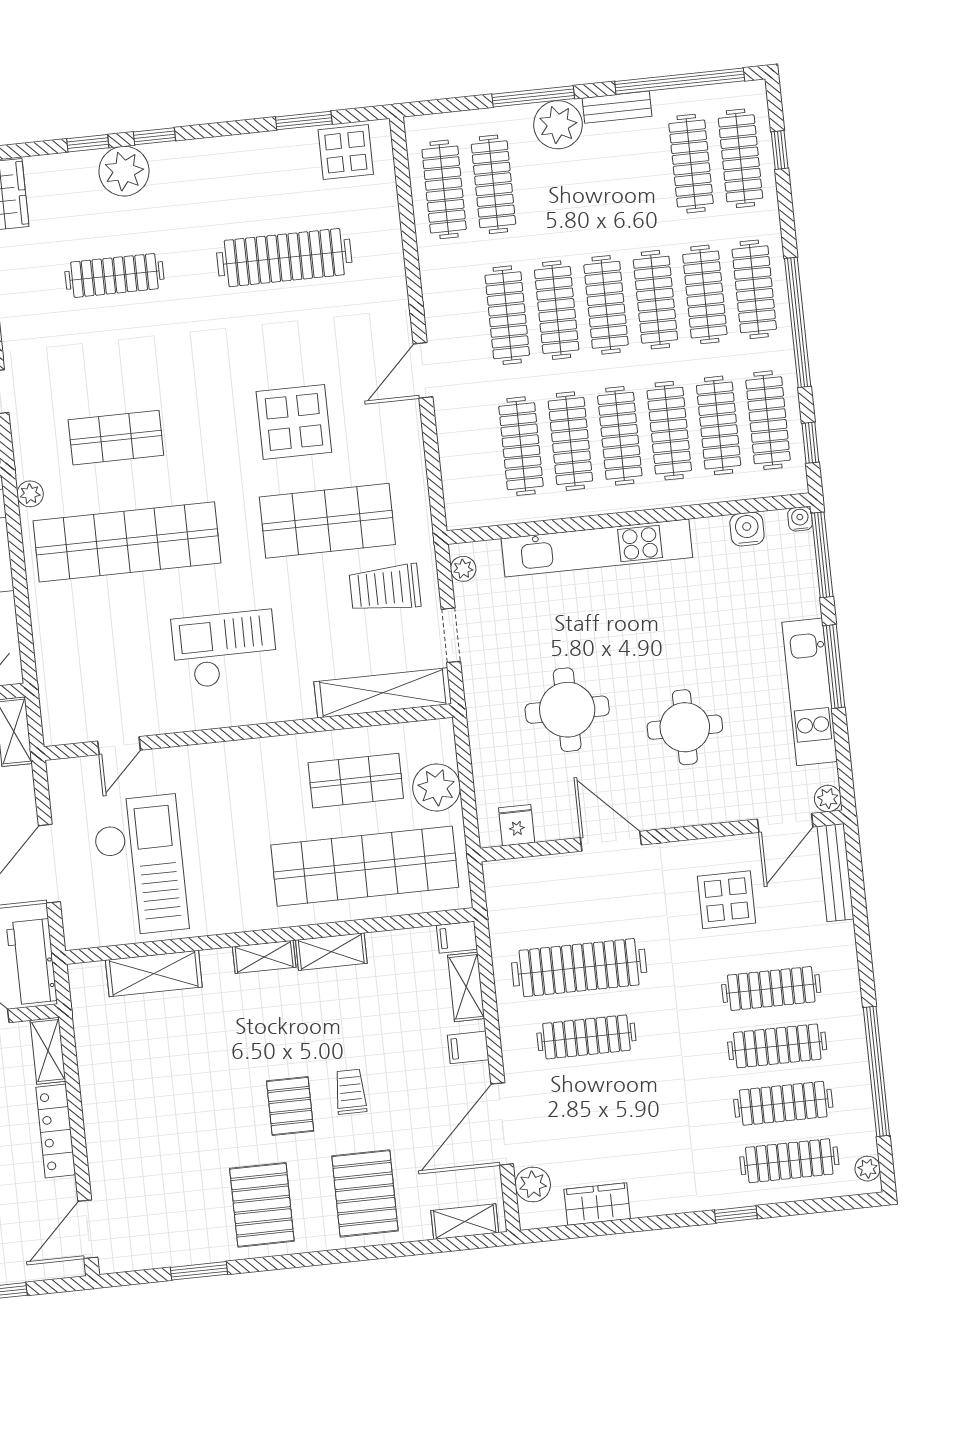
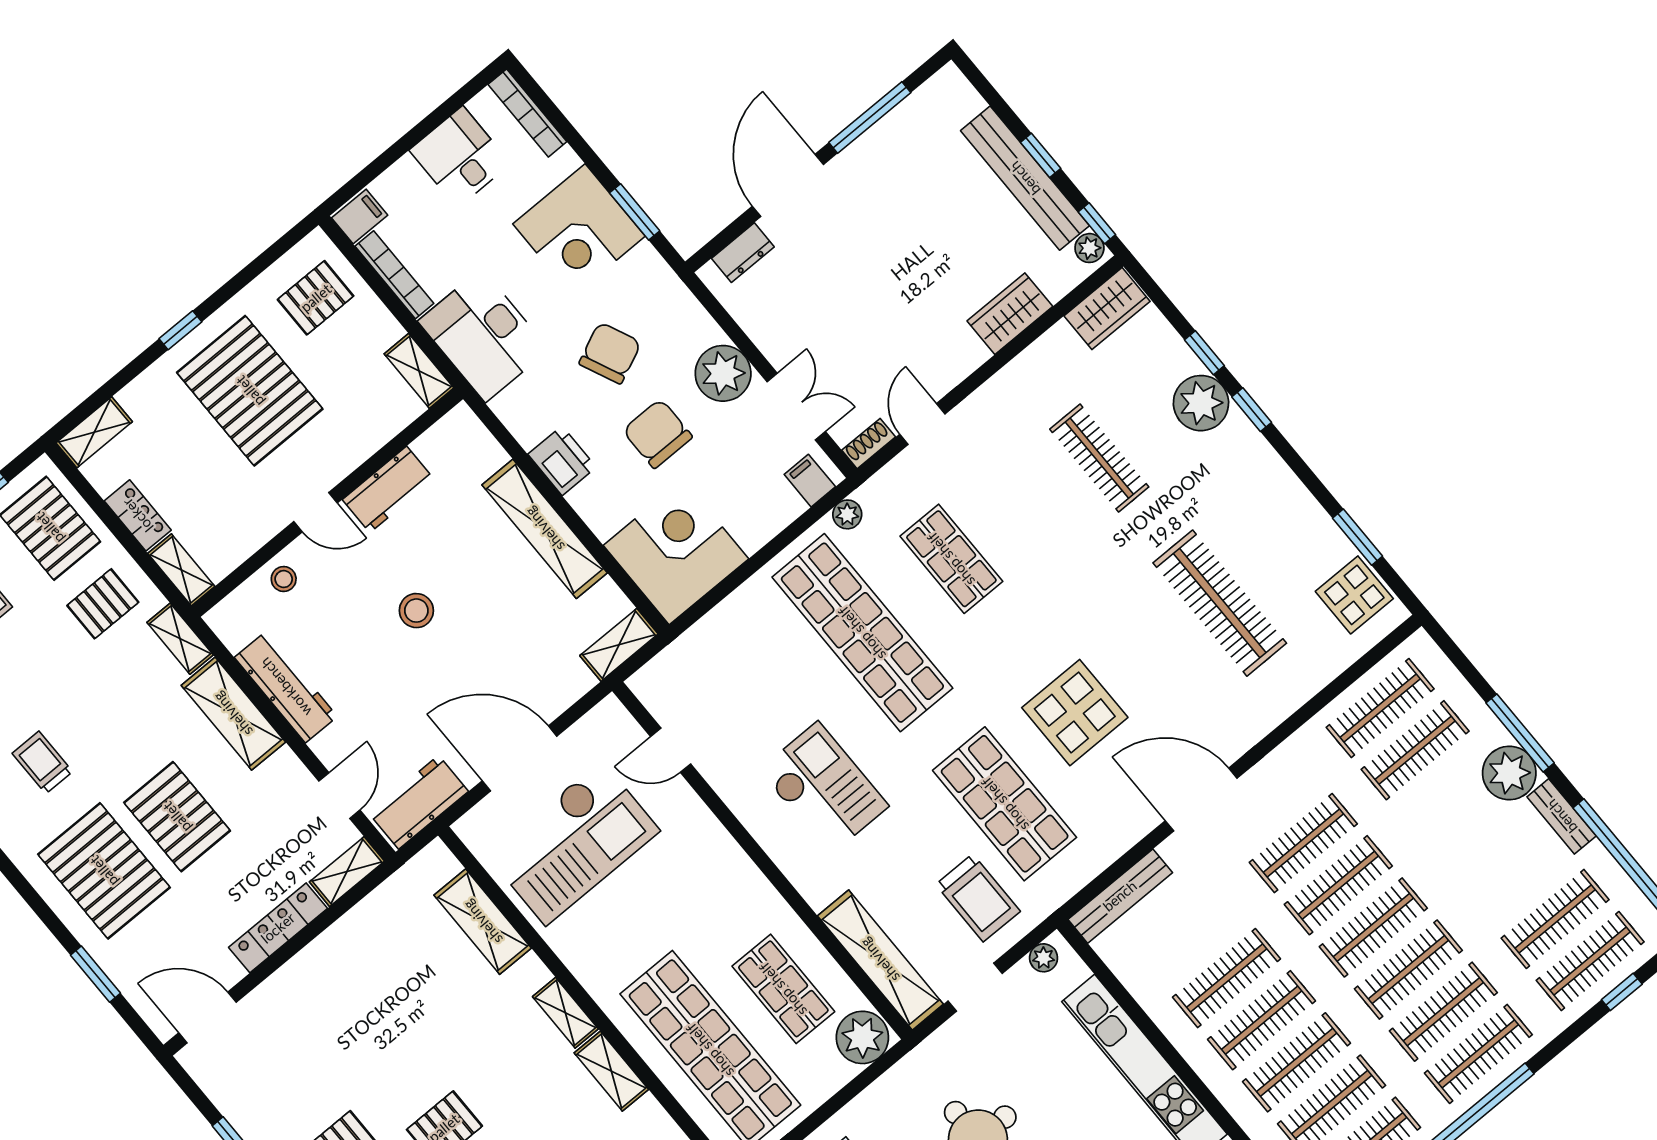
door: (423, 370) -> (1201, 800), width x1.36
clothes rail: (521, 446) -> (1192, 936), removed
bench: (455, 480) -> (1120, 896), added
trolley: (385, 588) -> (978, 898), turned 180
plant: (437, 787) -> (862, 1037), moved

